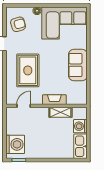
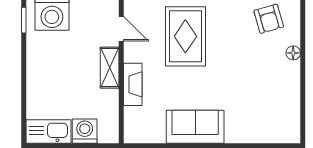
corner sofa: (64, 23) -> (271, 103), removed
rug: (28, 70) -> (185, 36), turned 90
shelving: (60, 112) -> (110, 68), moved

